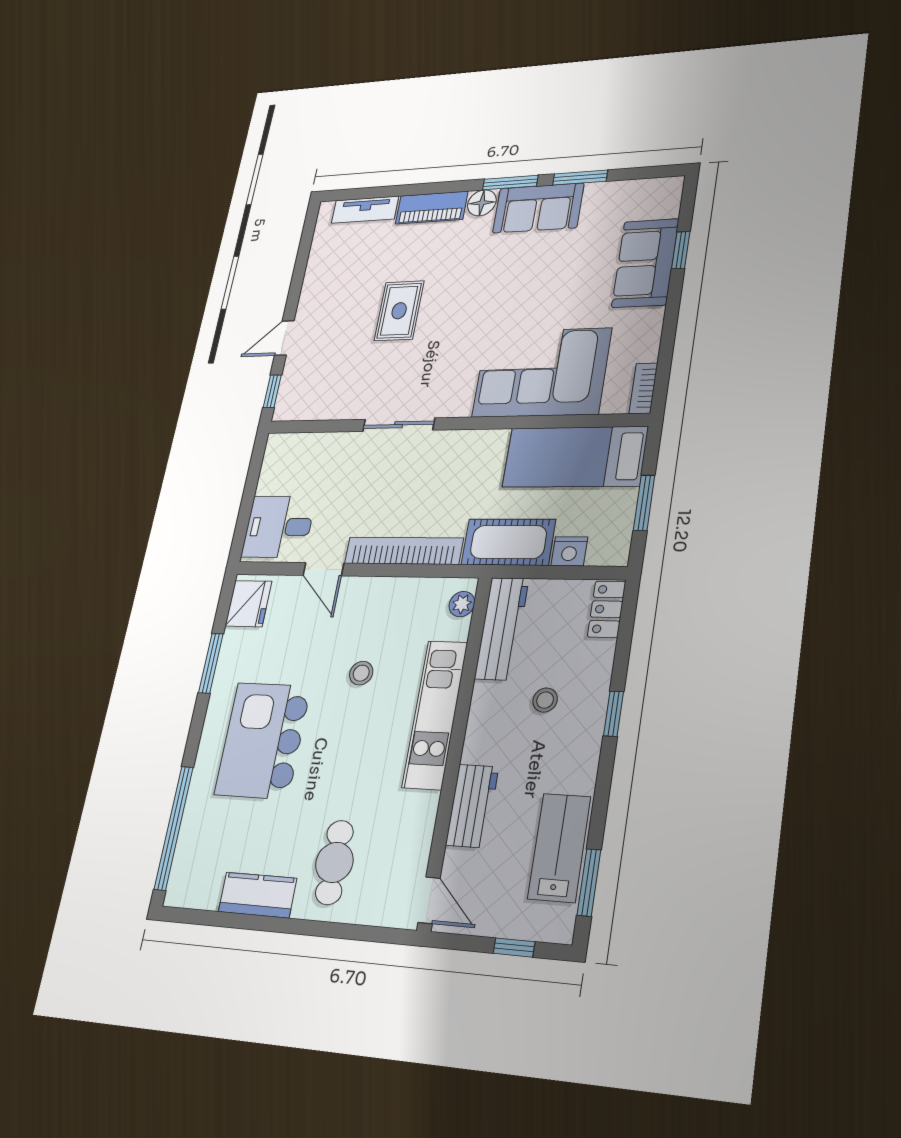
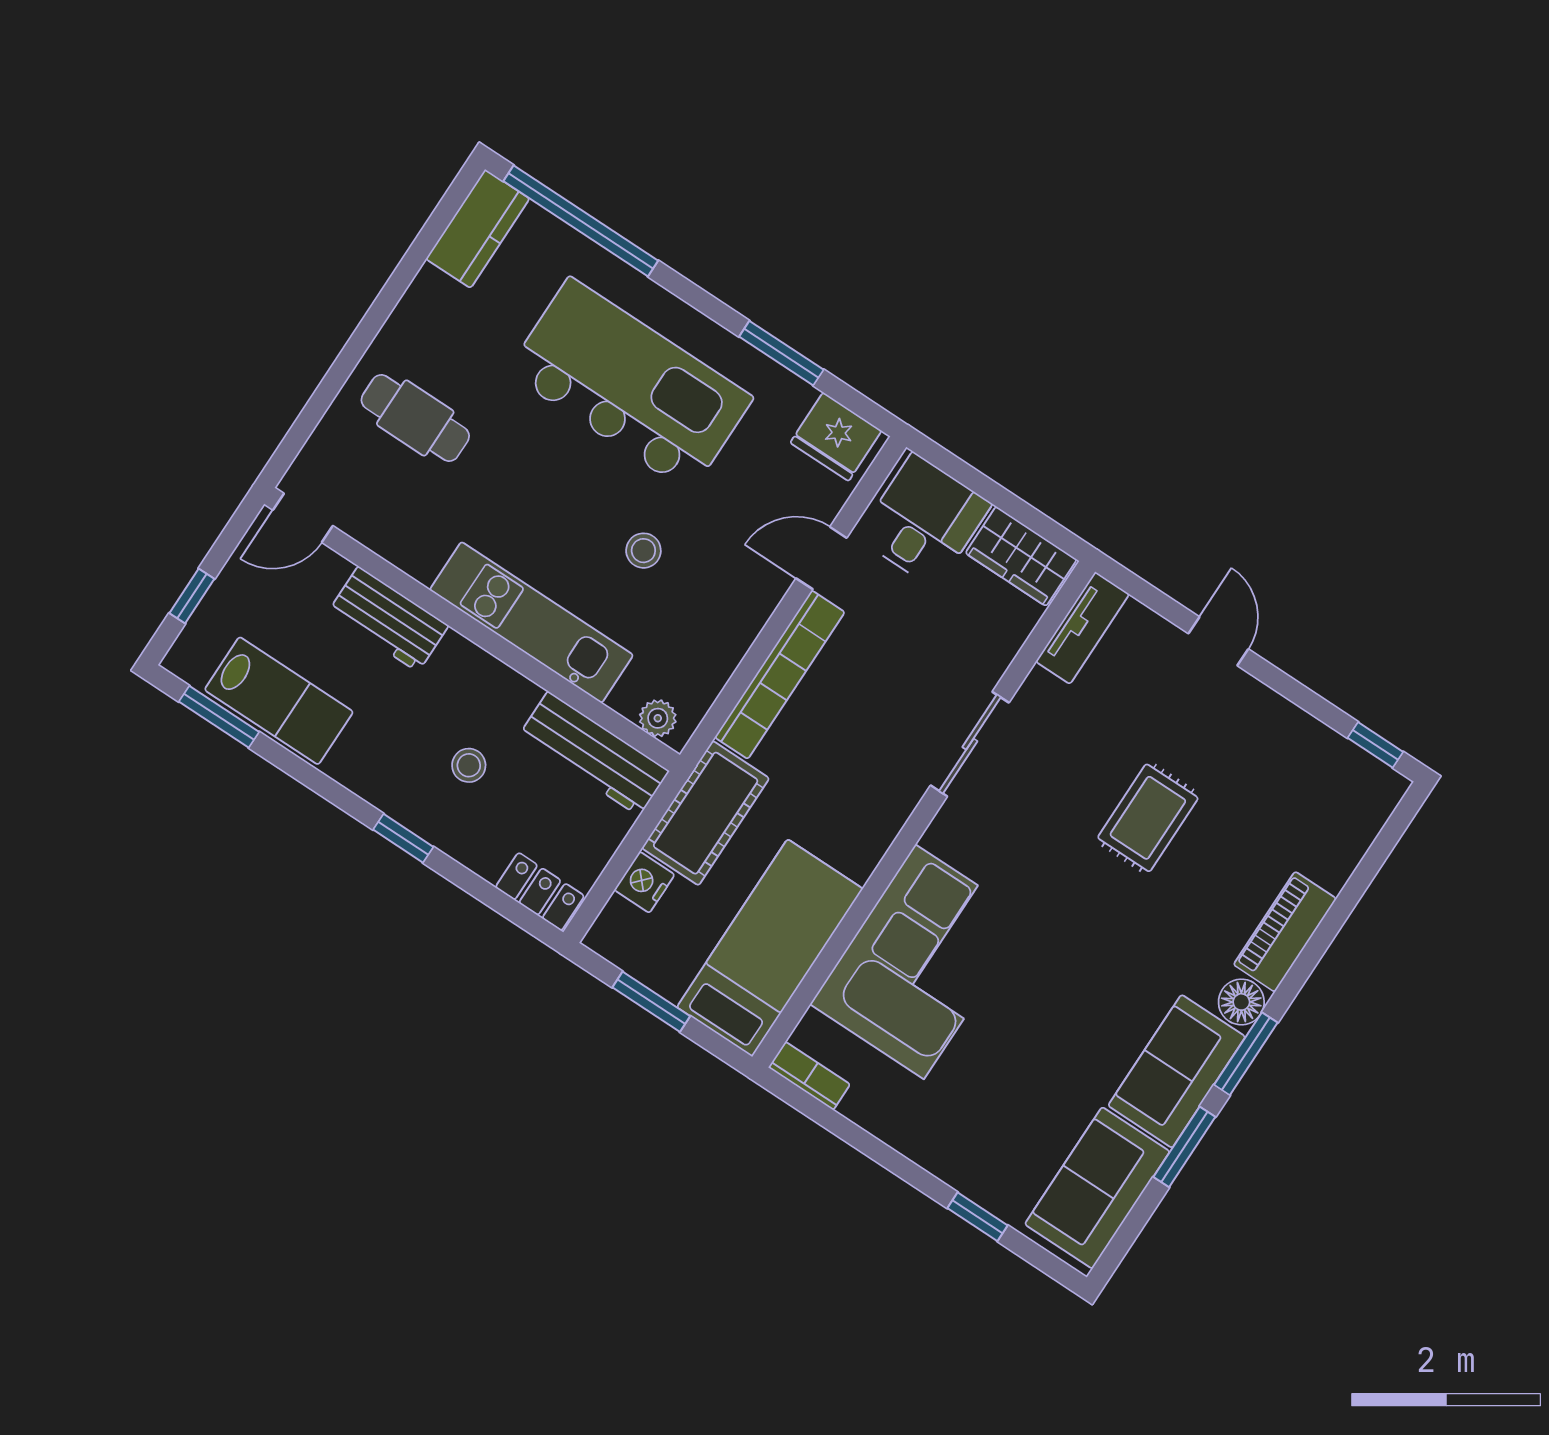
tv unit: (365, 210) -> (1083, 628), moved, turned 180
sofa: (645, 263) -> (1097, 1188), moved, turned -90
rug: (399, 311) -> (1148, 818), turned 90
window: (272, 391) -> (1375, 745), moved
wardrobe: (278, 464) -> (1021, 556), added
kitchen island: (263, 740) -> (630, 385), width x1.37
kitchen counter: (257, 895) -> (478, 229), moved

